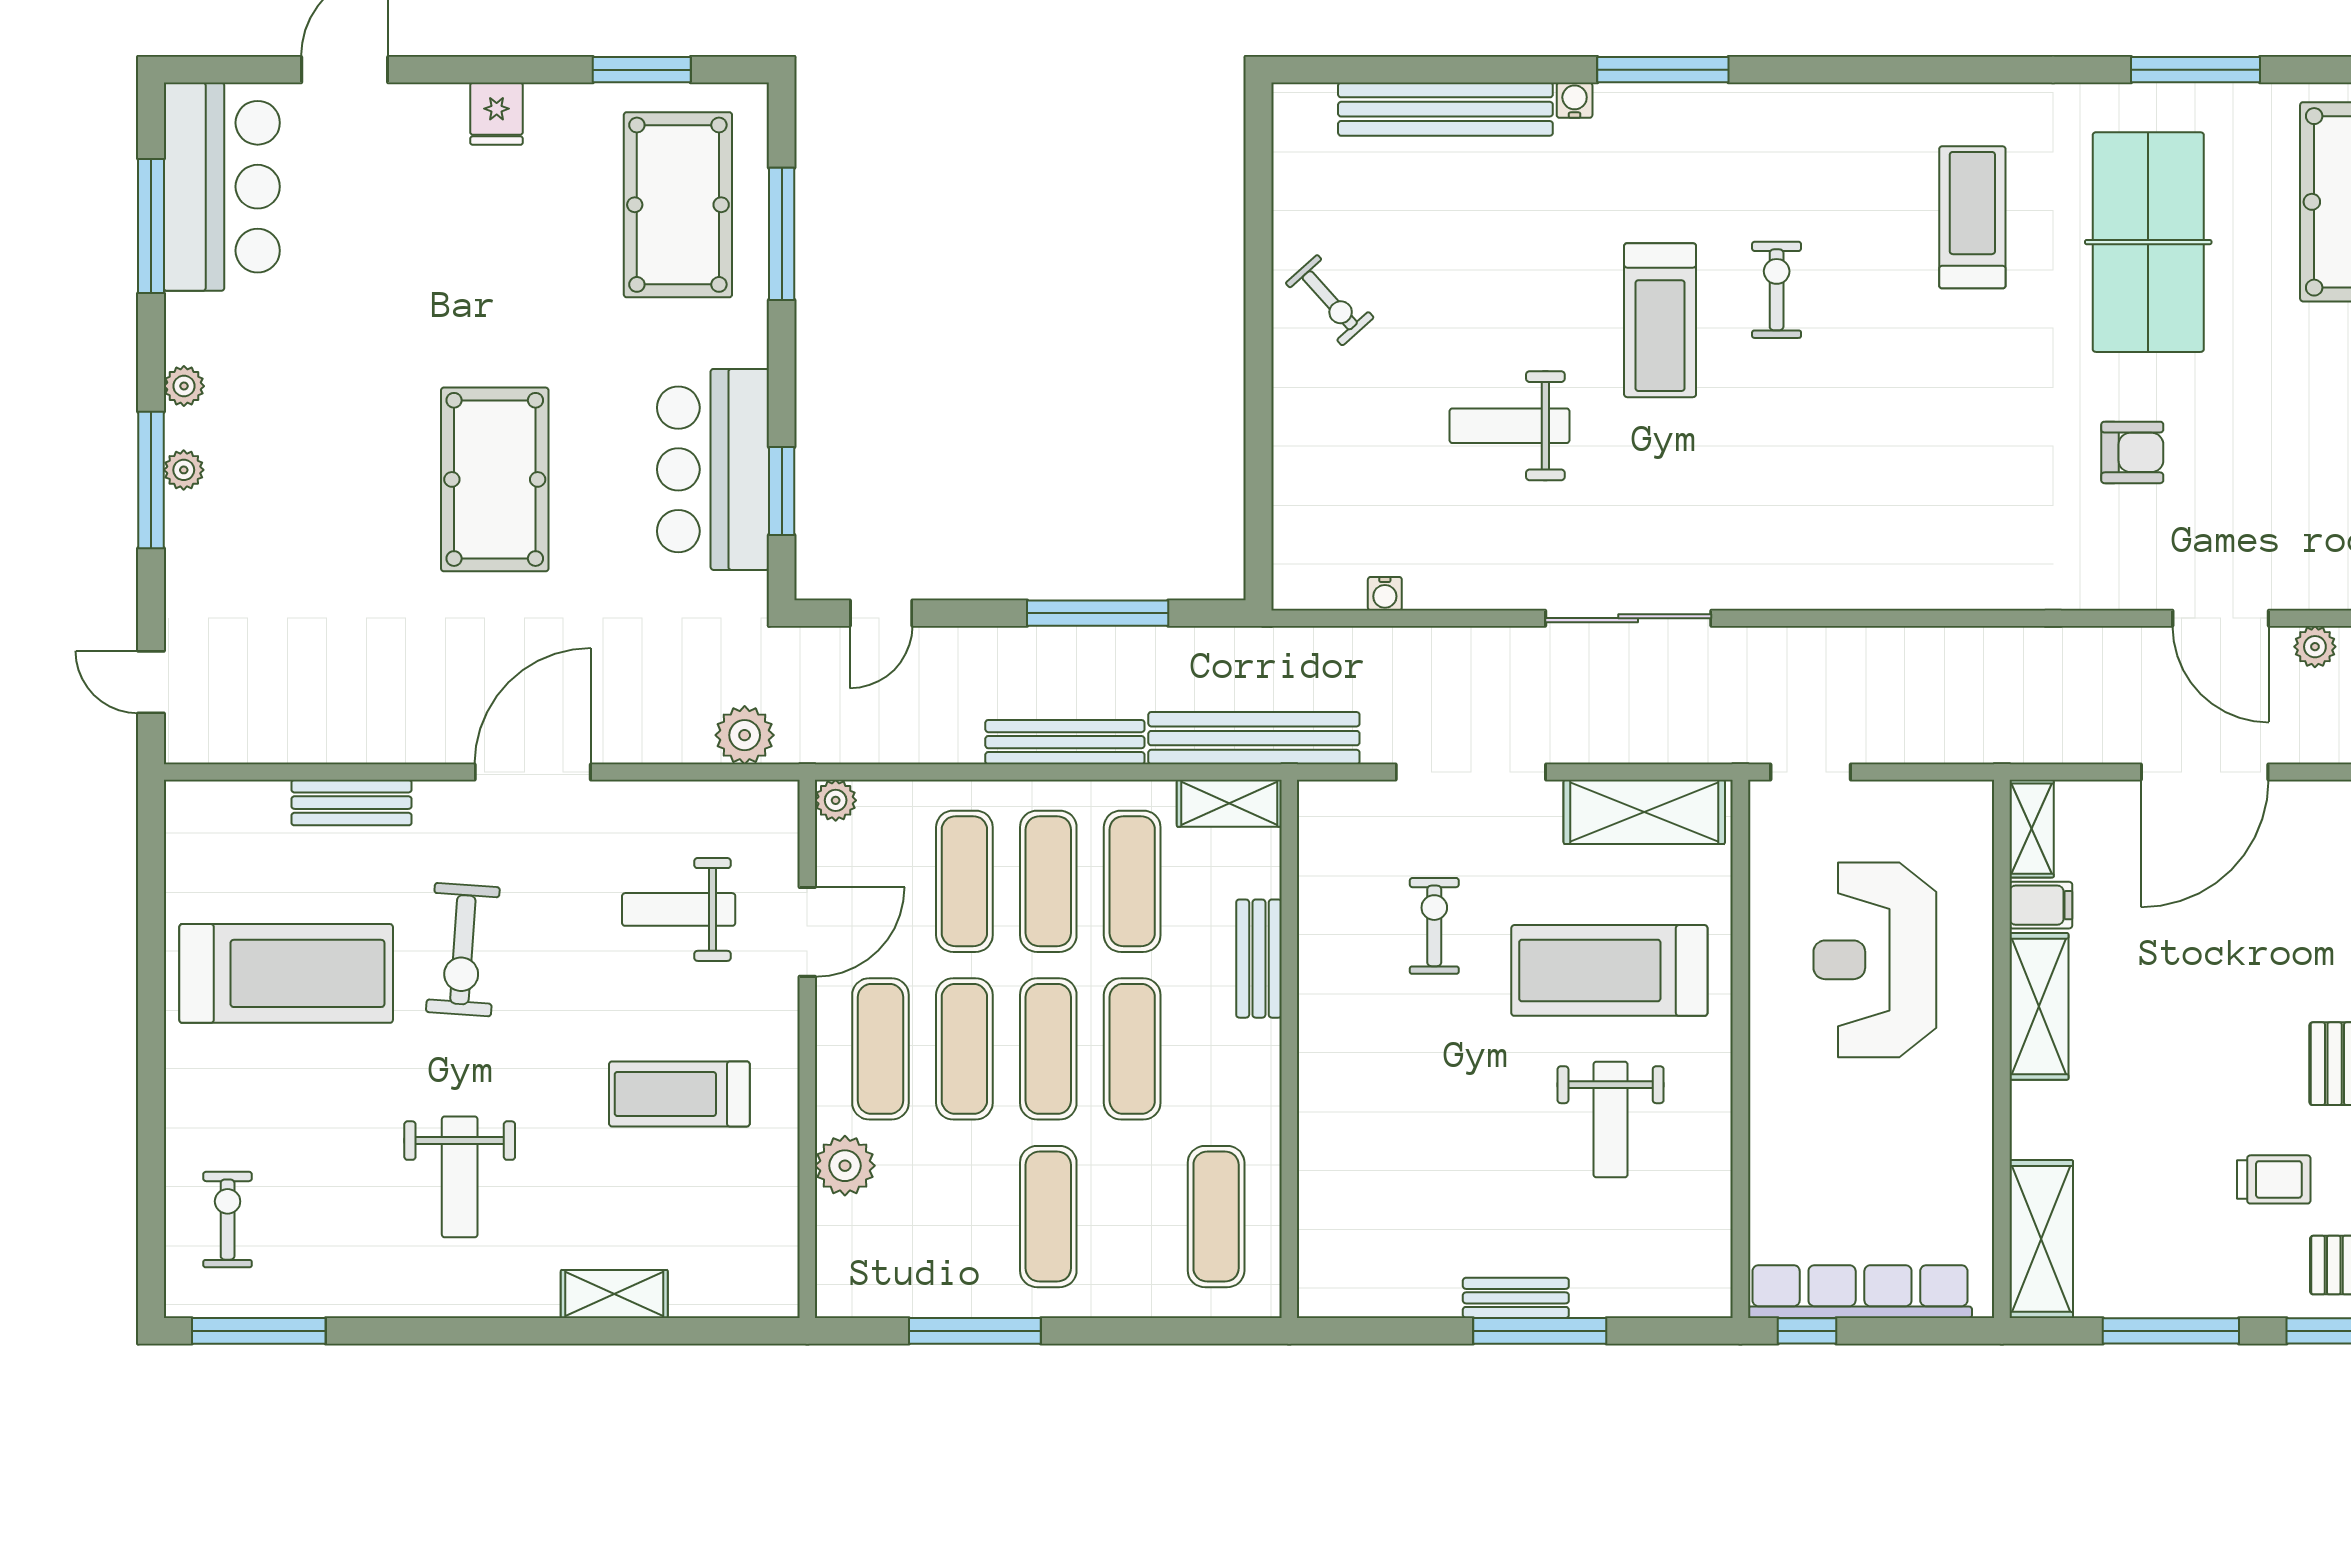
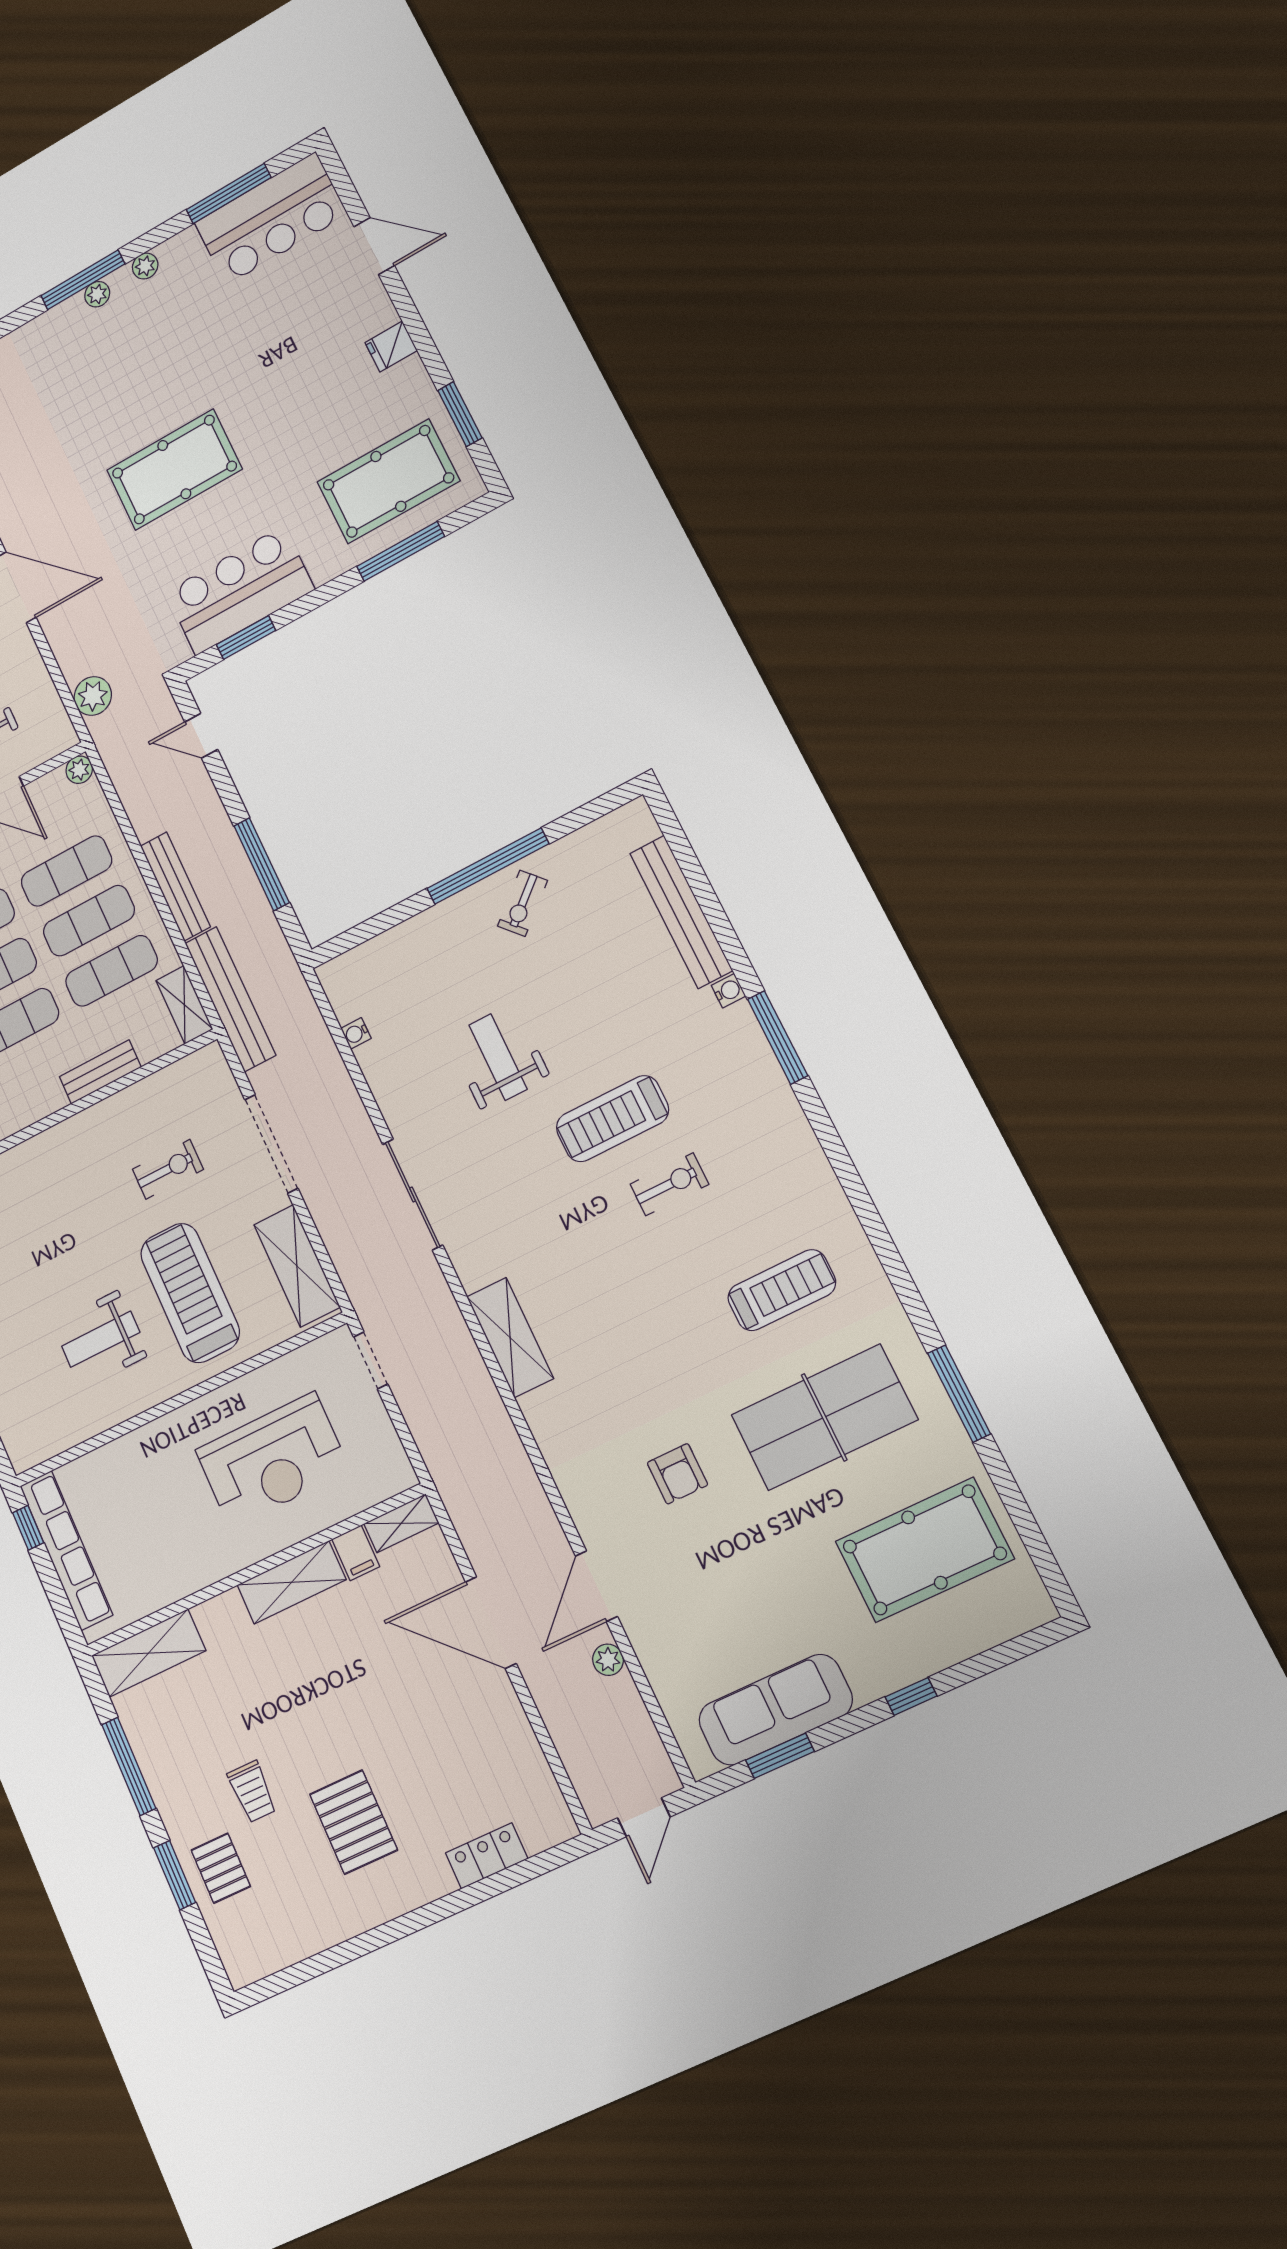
window: (1258, 321) -> (488, 866), added
shelving: (1868, 580) -> (510, 1337), added
reception desk: (1875, 960) -> (272, 1460), turned 180

